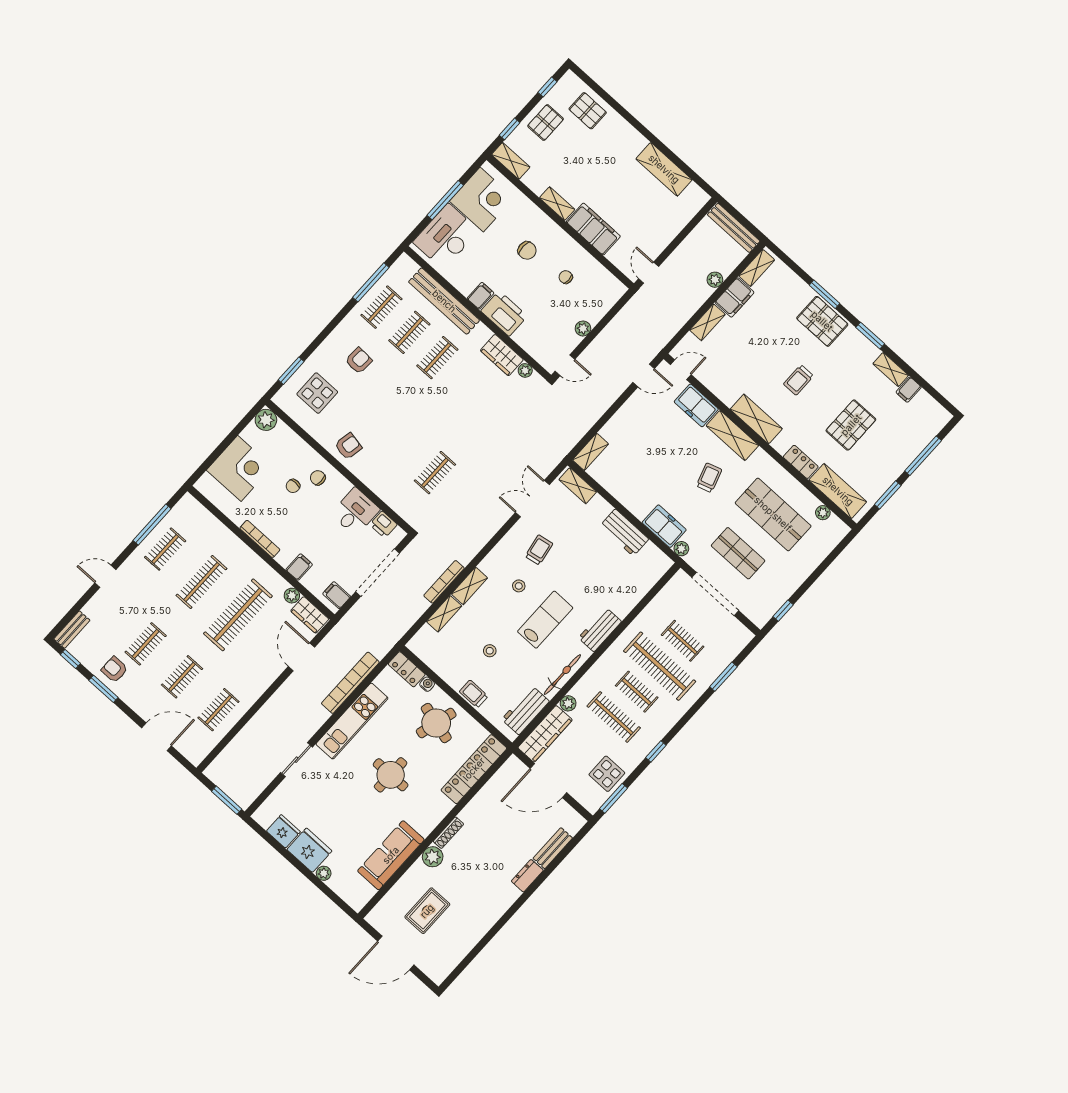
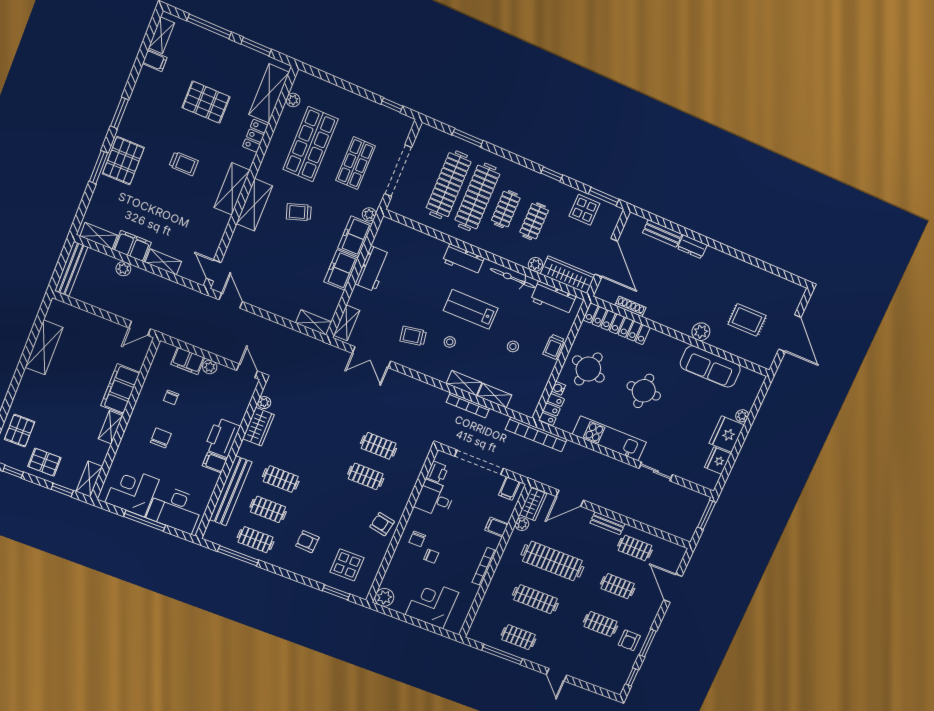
filing cabinet: (597, 308) -> (188, 361), added
shelving: (891, 369) -> (161, 35), moved
freezer: (696, 405) -> (341, 270), moved, turned 180
clothes rail: (407, 447) -> (366, 476), added
bench: (72, 630) -> (608, 523), moved
clothes rail: (683, 641) -> (449, 185), width x1.86, depth x1.31
bookcase: (350, 683) -> (536, 434), moved
clothes rail: (614, 717) -> (534, 221), width x0.73
shoe rack: (448, 833) -> (631, 306), moved

